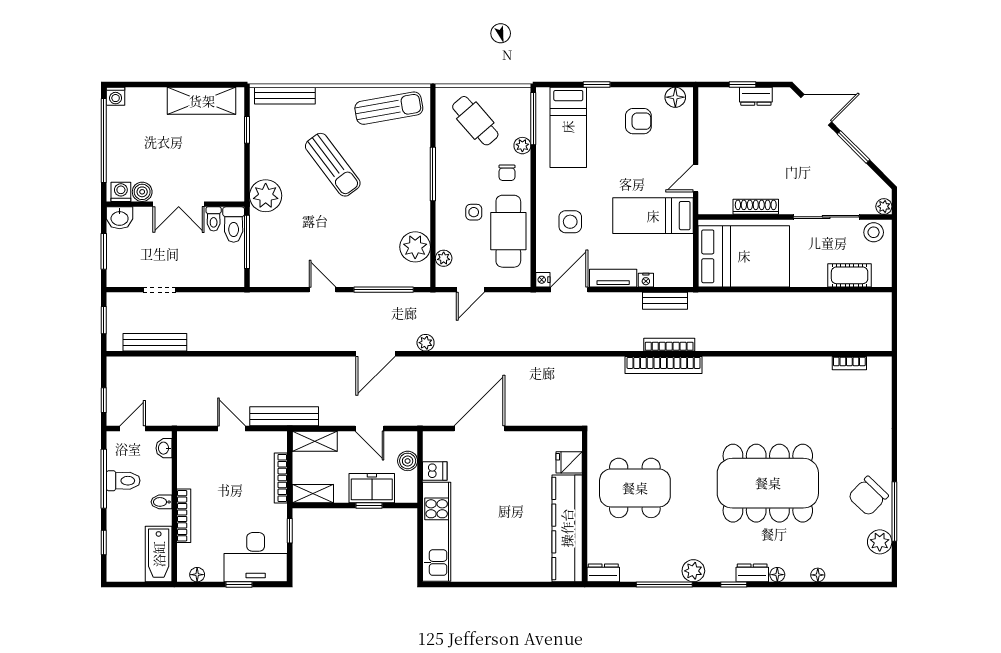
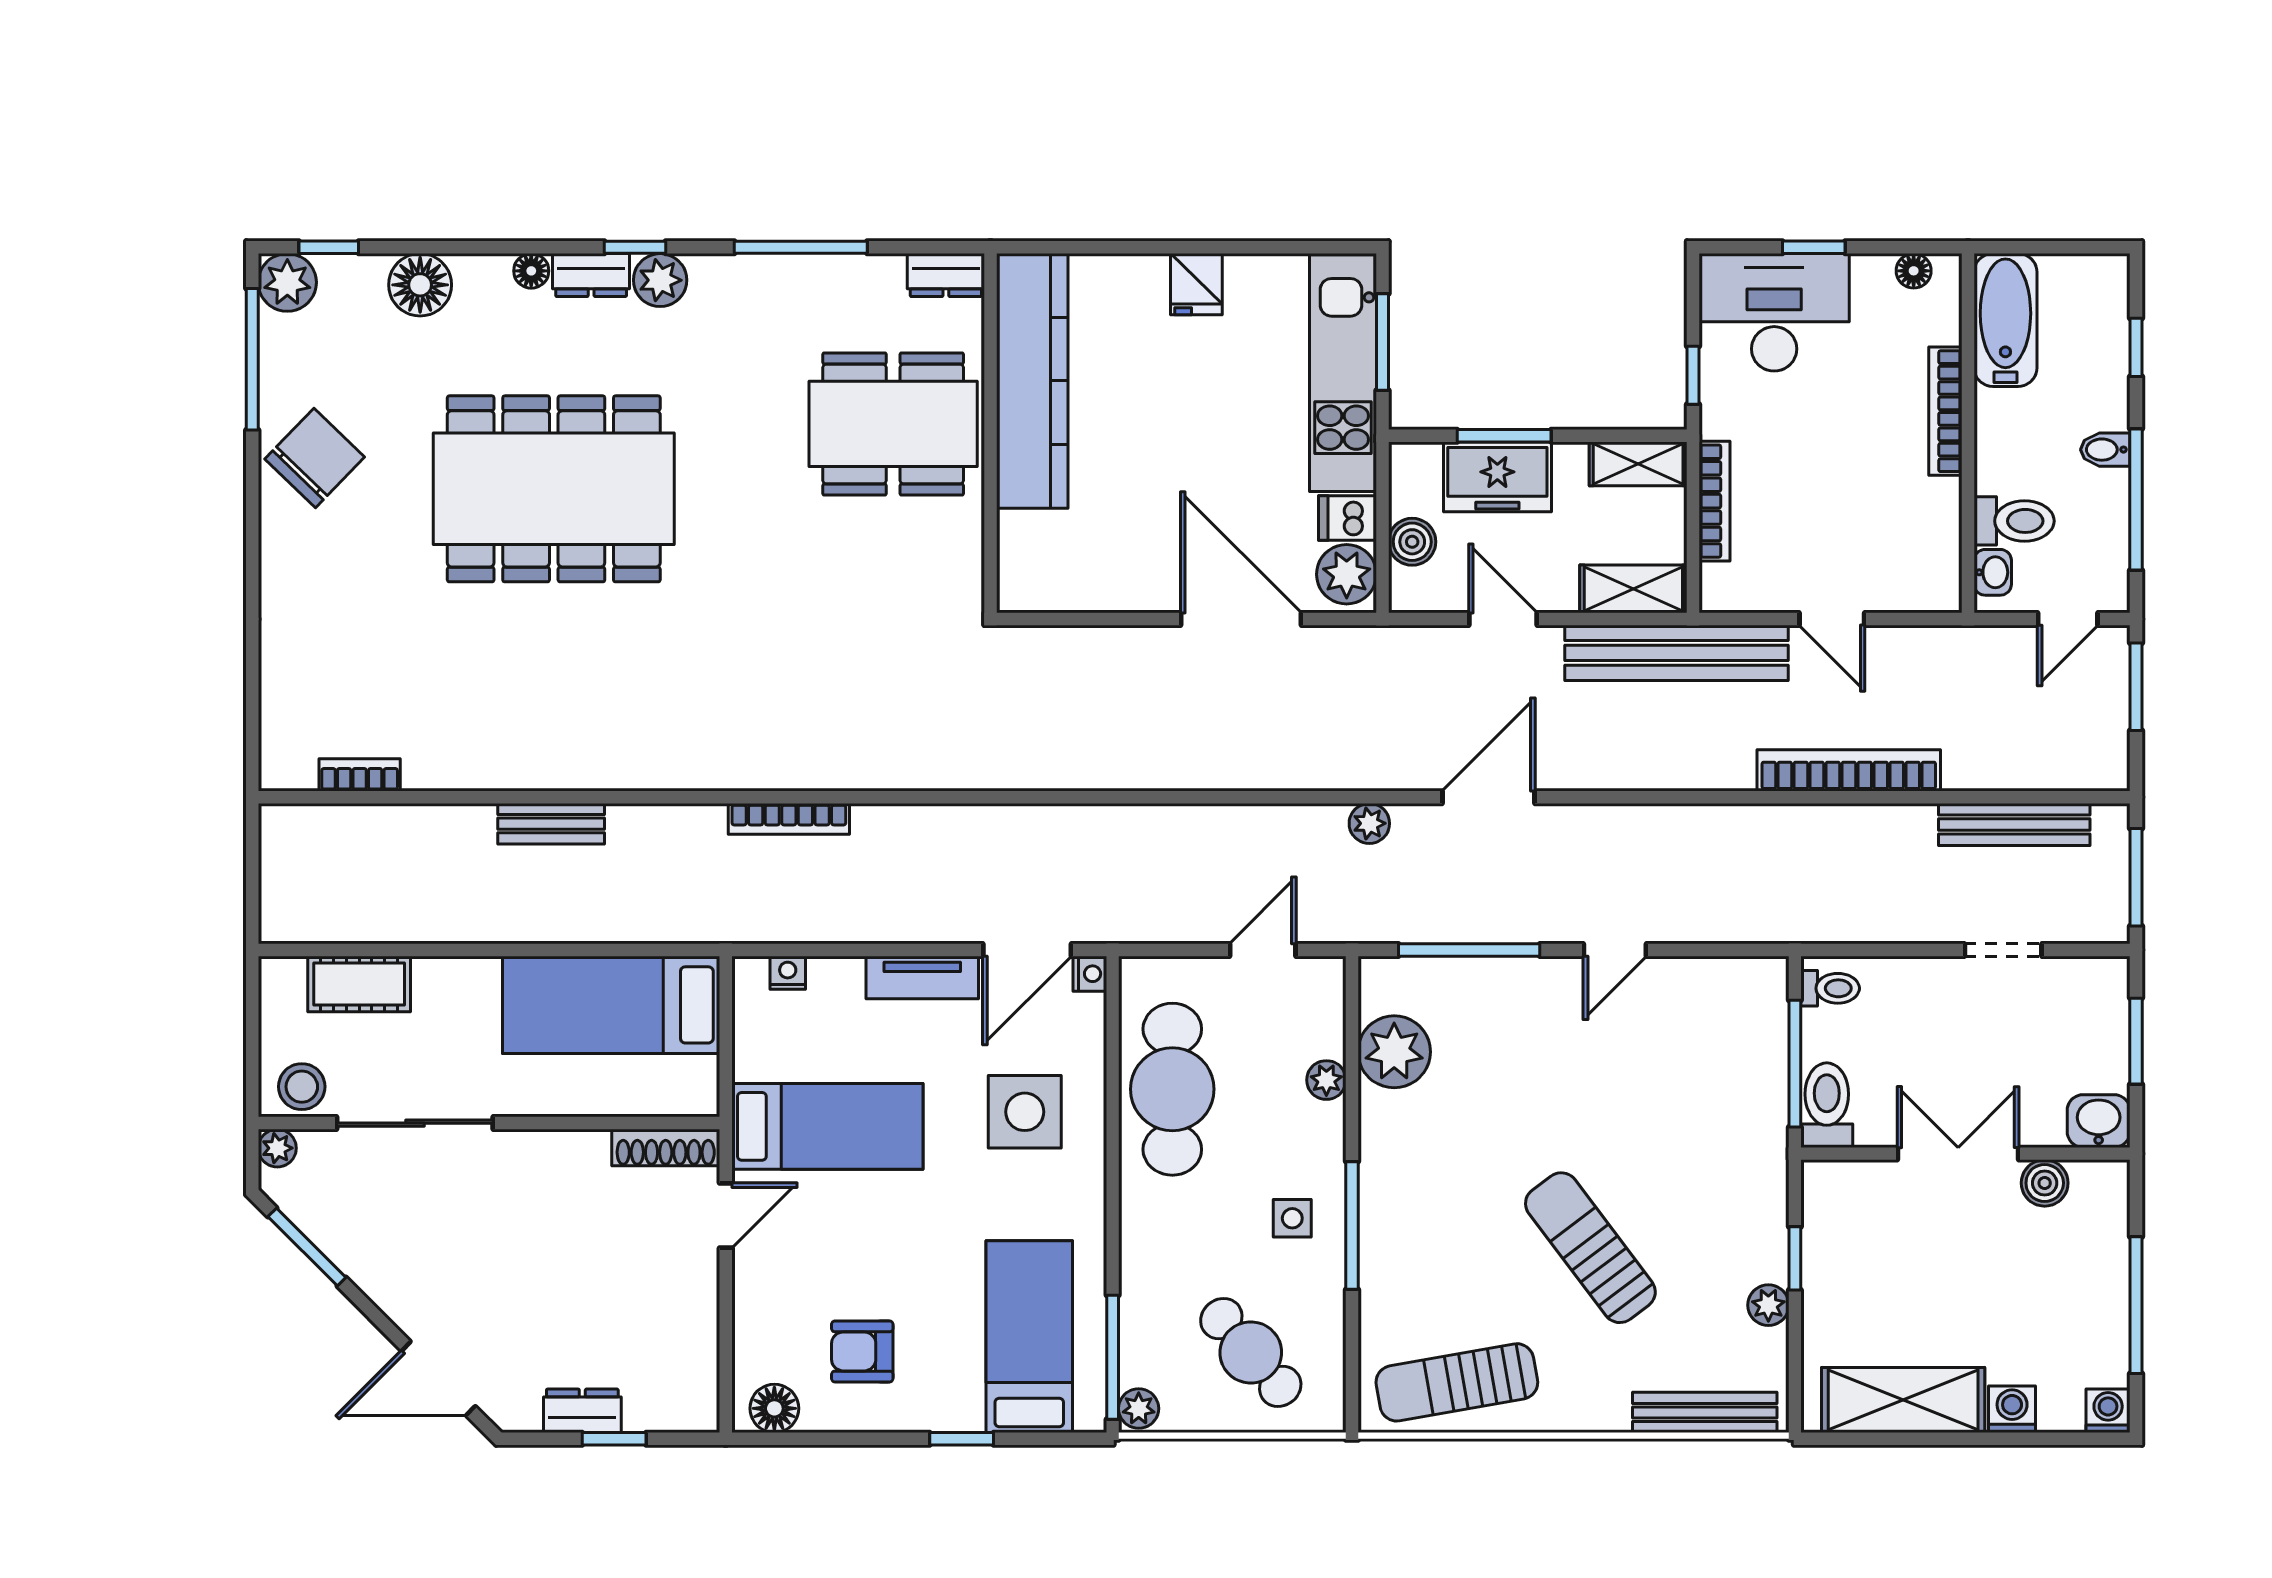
window: (247, 130) -> (1795, 1258), moved
window: (104, 141) -> (2136, 1305), width x0.68
plant: (522, 146) -> (1139, 1409), moved
window: (853, 147) -> (307, 1247), moved
chair: (507, 173) -> (1175, 1228), removed
washing machine: (121, 192) -> (2012, 1409), moved, turned 180
plant: (266, 196) -> (1768, 1305), moved, width x0.53, depth x0.53
shoe rack: (756, 207) -> (666, 1148), moved
side table: (474, 212) -> (1292, 1218), moved
toilet: (214, 219) -> (1830, 988), moved, turned 90
side table: (570, 222) -> (1025, 1112), width x1.37, depth x1.37
bed: (744, 256) -> (611, 1005), width x0.67
plant: (444, 258) -> (1326, 1080), moved
nightstand: (646, 280) -> (788, 973), moved
door: (322, 290) -> (1615, 950), hinge flipped
bench: (665, 301) -> (551, 824), moved
window: (104, 320) -> (2136, 877), width x1.50
bookcase: (664, 365) -> (1849, 770), moved
window: (104, 400) -> (2136, 687), width x1.50
bench: (284, 416) -> (1676, 653), width x1.37, depth x1.21
door: (479, 429) -> (1241, 619), swing flipped
plant: (435, 447) -> (1347, 574), added
fridge: (569, 462) -> (1196, 284), moved, turned 90
toilet: (123, 481) -> (2014, 521), moved, turned 180
dining table: (635, 488) -> (893, 424), moved
bidet: (161, 502) -> (2105, 450), moved, turned 180
window: (369, 505) -> (1504, 436), width x1.50
window: (894, 512) -> (252, 359), moved
plant: (880, 542) -> (287, 282), moved
window: (420, 545) -> (1382, 342), added
plant: (693, 571) -> (660, 280), moved
floor lamp: (818, 575) -> (420, 285), width x1.89, depth x1.89
window: (862, 584) -> (329, 247), added

